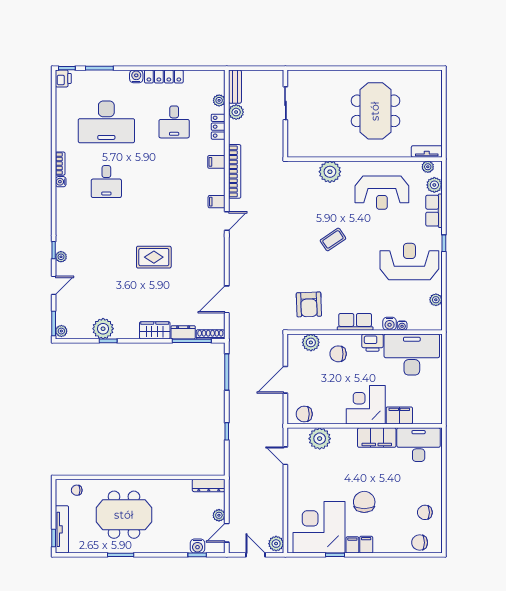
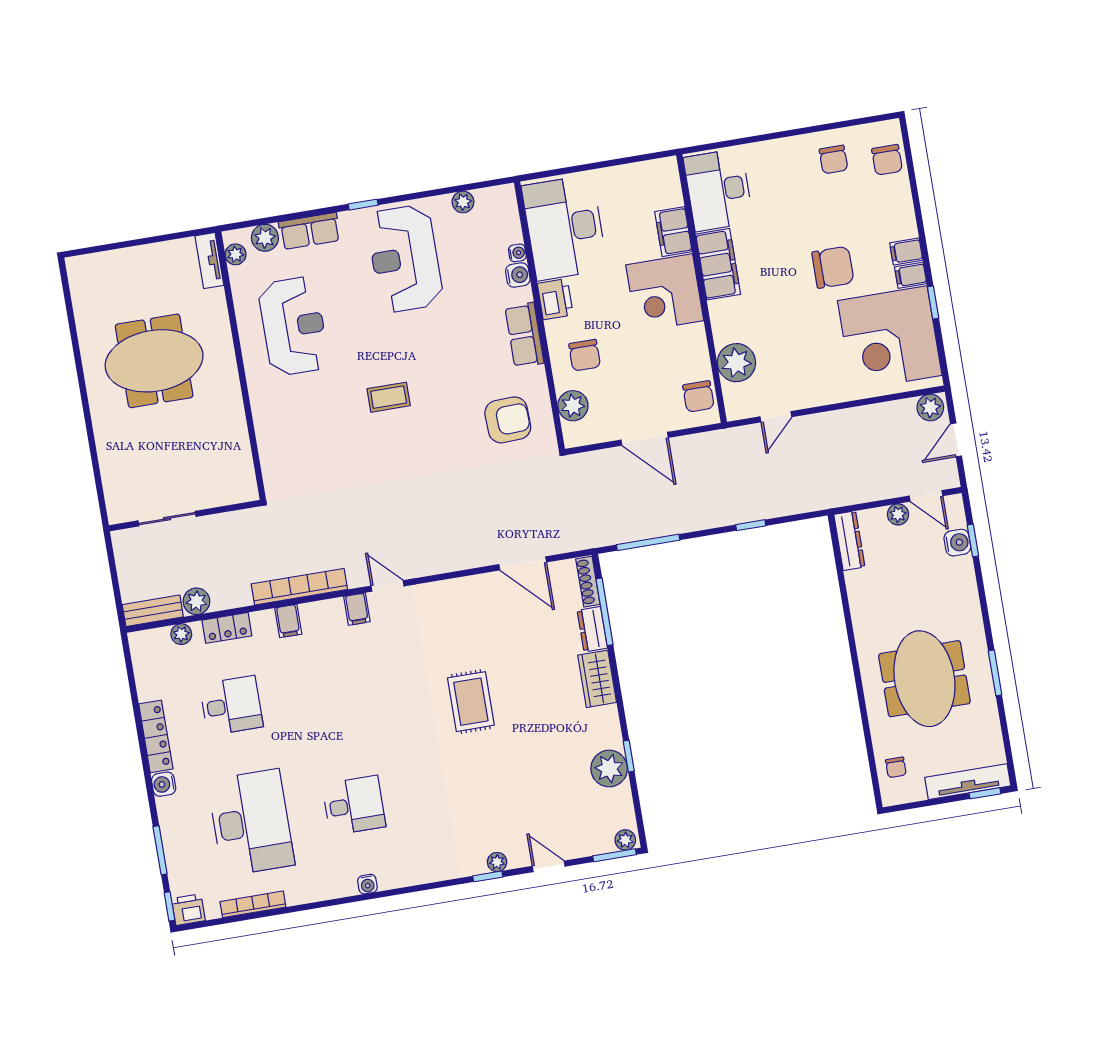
bookcase: (60, 164) -> (253, 904), moved, width x1.56
plant: (330, 172) -> (272, 422), removed
coffee table: (333, 239) -> (389, 397), turned -56
chair: (364, 502) -> (833, 267), turned 180

